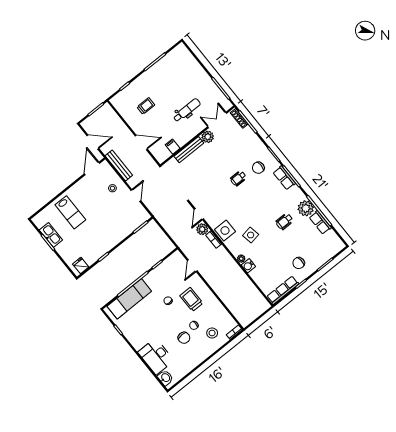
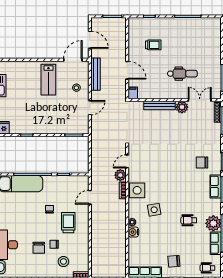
filing cabinet: (173, 147) -> (133, 93), moved
wheelchair: (238, 178) -> (207, 268), moved
lab bench: (70, 212) -> (48, 80), moved

